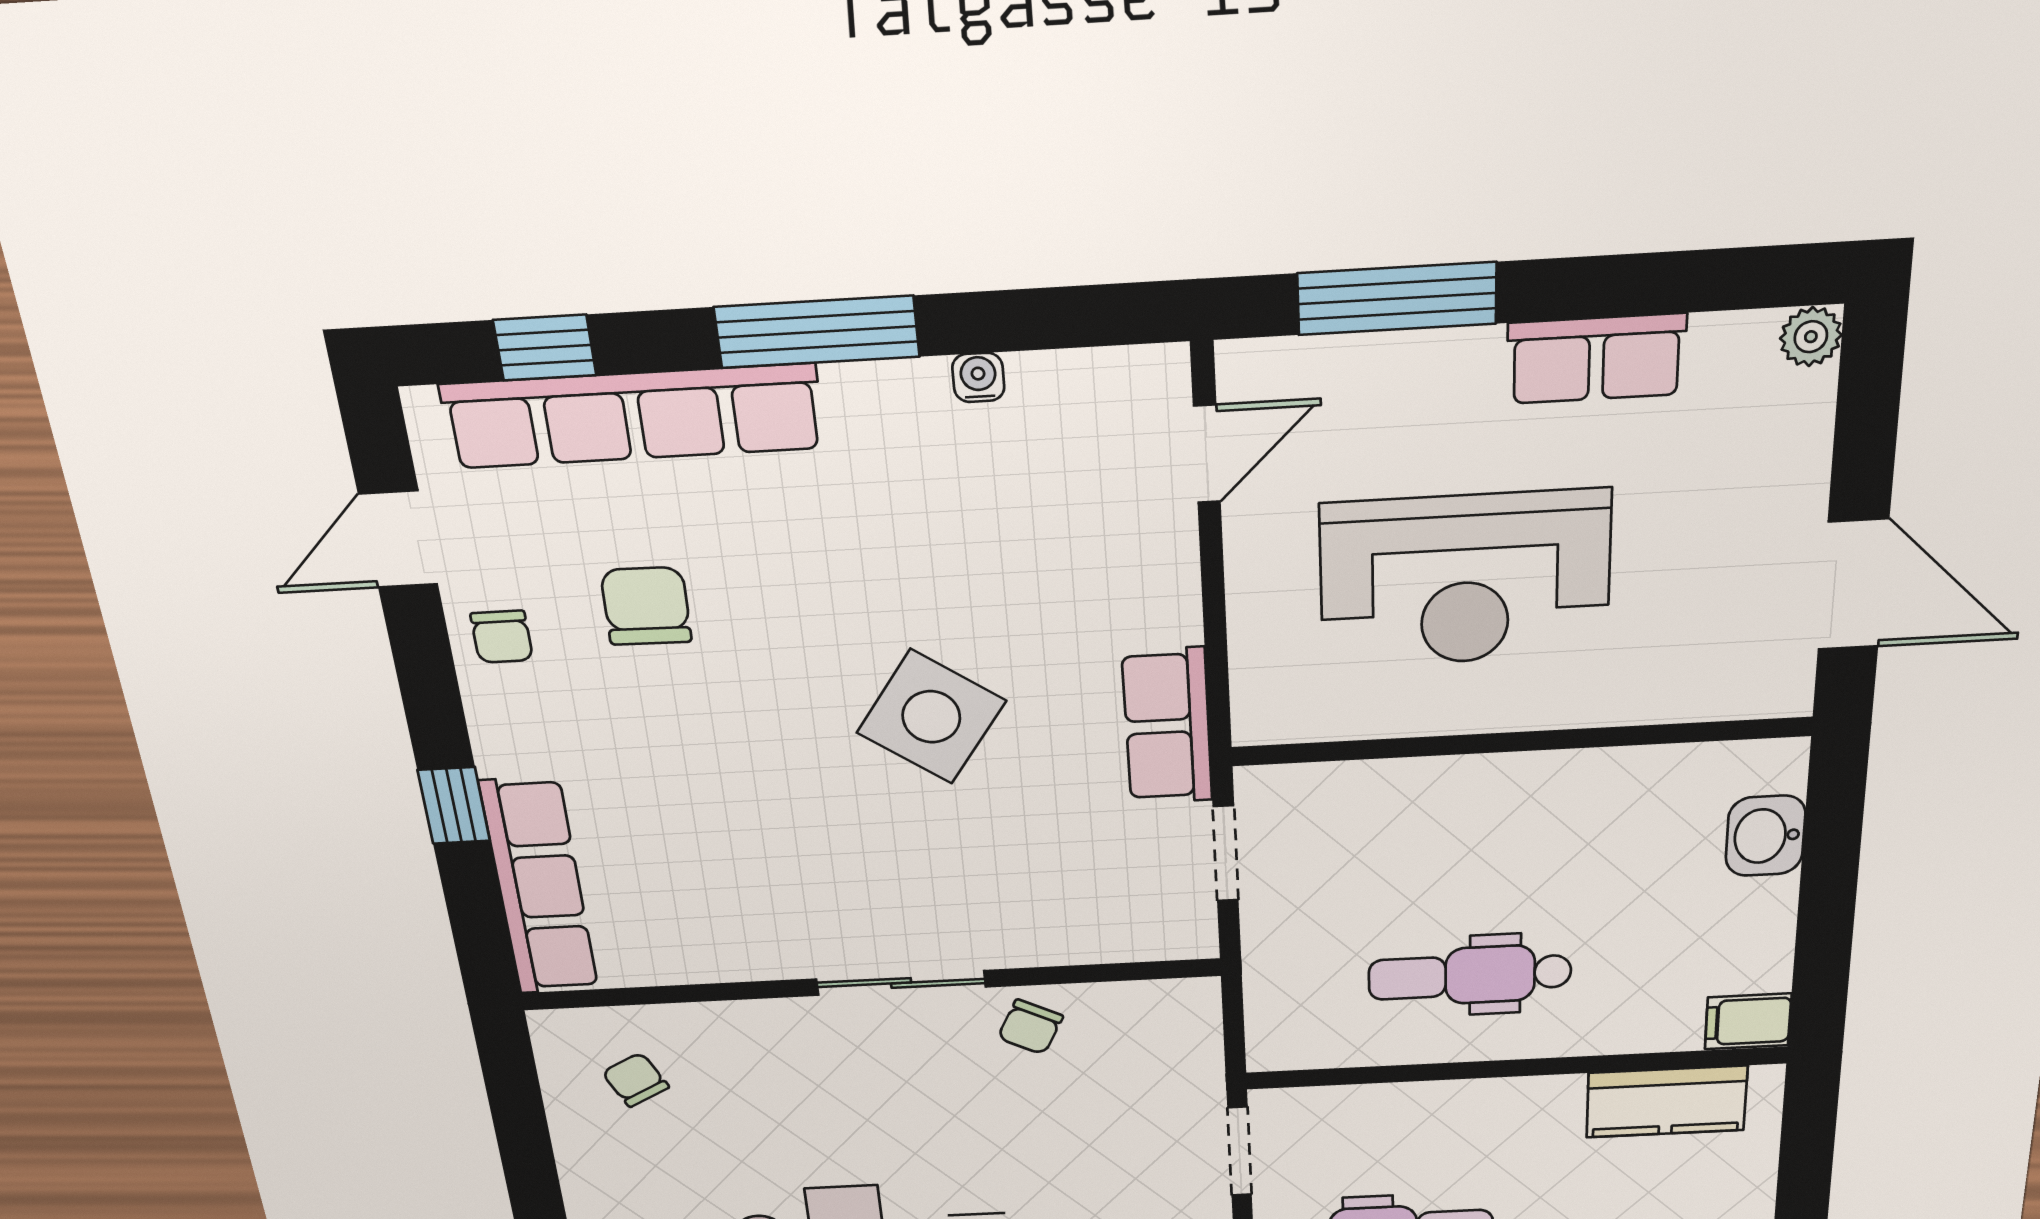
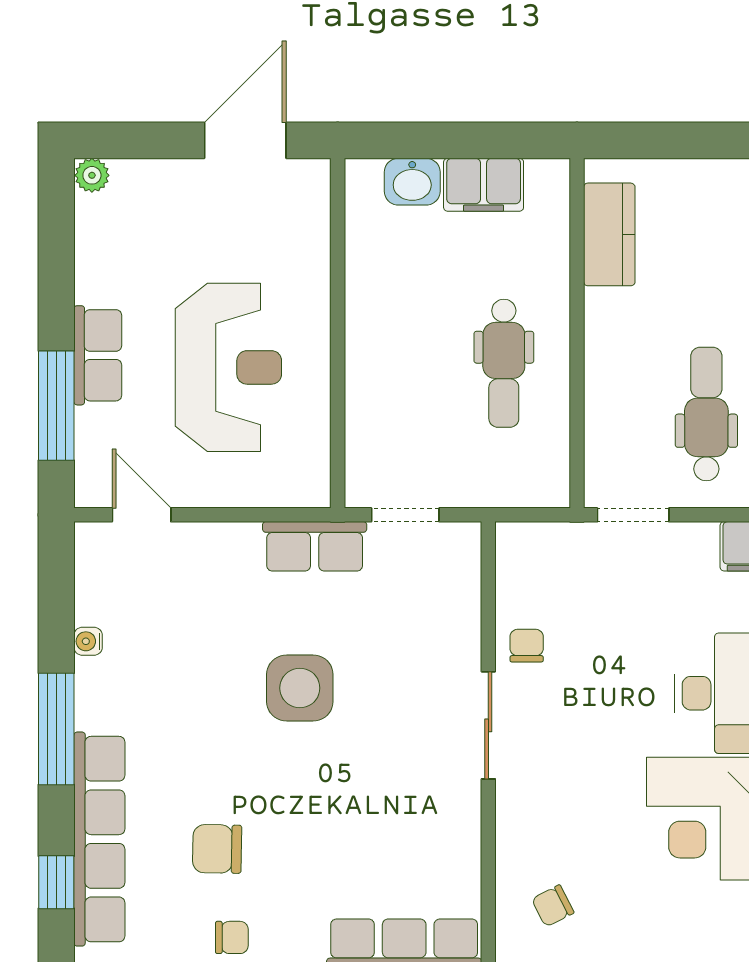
row of seats: (1596, 359) -> (98, 355), moved
side table: (931, 717) -> (300, 688), turned -35
filing cabinet: (1748, 1021) -> (484, 185), moved, width x2.00
chair: (1030, 1027) -> (527, 646), turned -117

